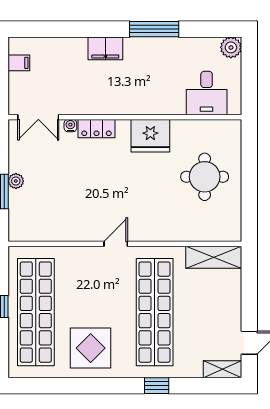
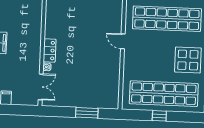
fridge: (150, 136) -> (55, 17), removed
plant: (16, 181) -> (80, 103), removed

